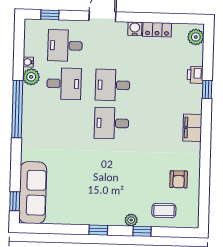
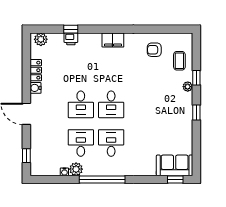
desk: (65, 46) -> (111, 143), moved, turned 180
window: (207, 89) -> (71, 29), moved
armchair: (179, 179) -> (154, 50), turned 180
sofa: (33, 193) -> (175, 165), width x0.73

